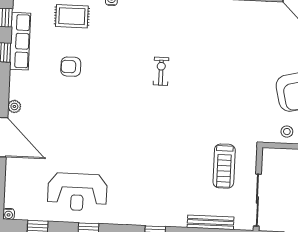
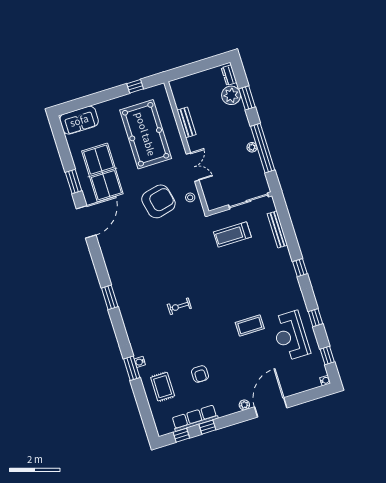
coffee table: (107, 147) -> (250, 325), added
treadmill: (224, 166) -> (232, 235), turned 180
reception desk: (77, 192) -> (291, 336), turned 180

